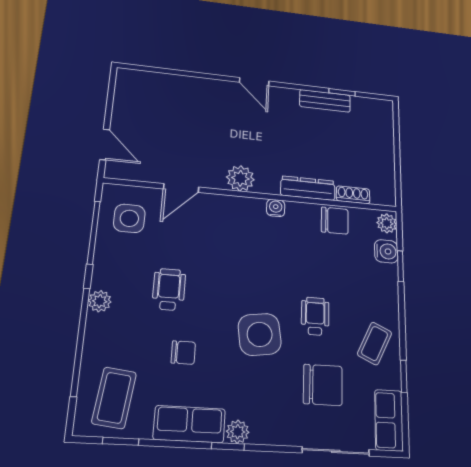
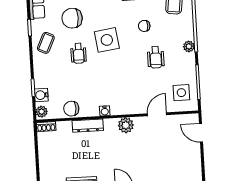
shoe rack: (353, 195) -> (46, 127), moved

